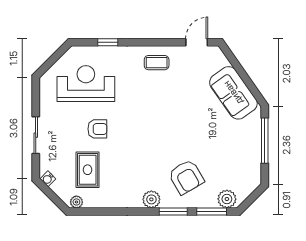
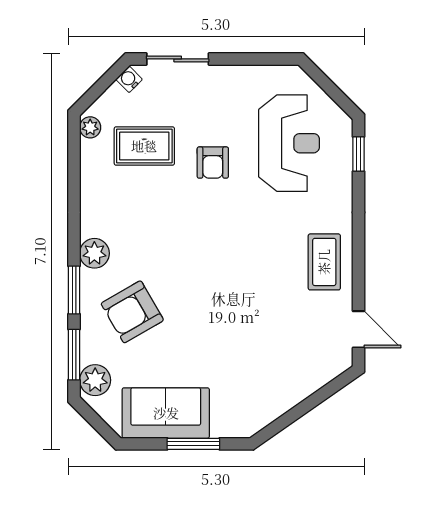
window: (108, 42) -> (359, 154), moved
coffee table: (157, 63) -> (324, 262), width x1.36, depth x1.30
sofa: (233, 93) -> (166, 413), moved, turned 35
sliding door: (36, 135) -> (178, 59), moved
window: (265, 141) -> (193, 444), width x0.69

